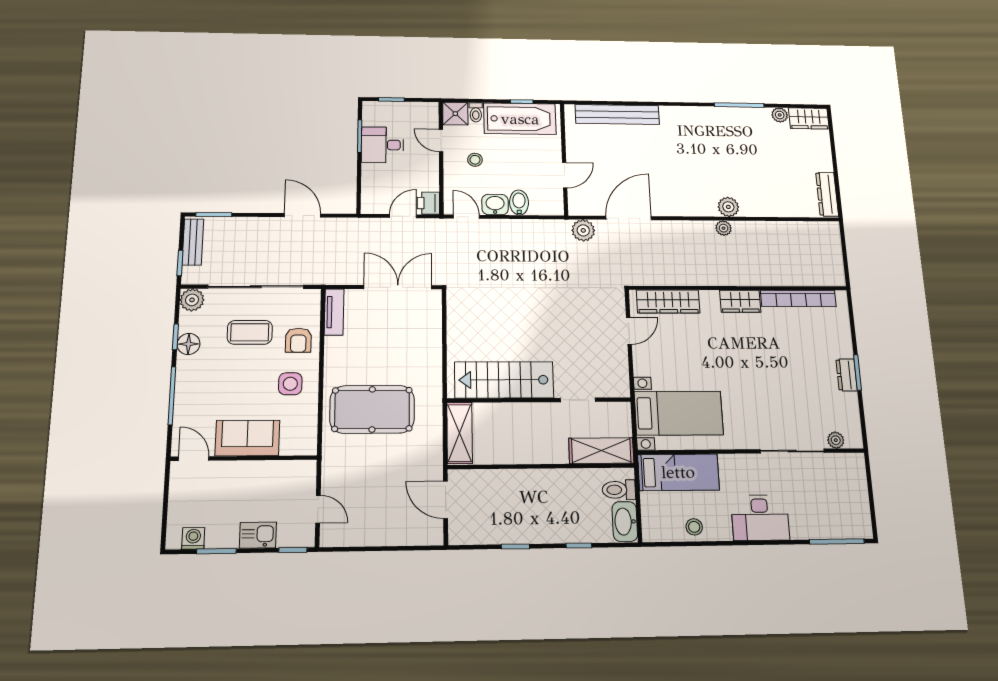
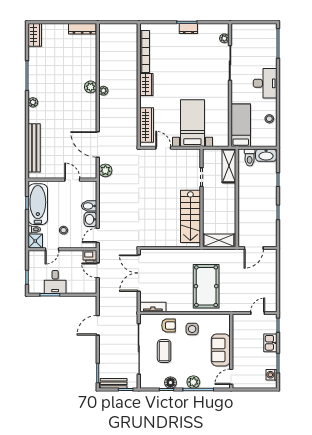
plant: (780, 115) -> (33, 102), moved
plant: (192, 300) -> (193, 382), moved
bed with nightstands: (679, 413) -> (192, 123), moved

